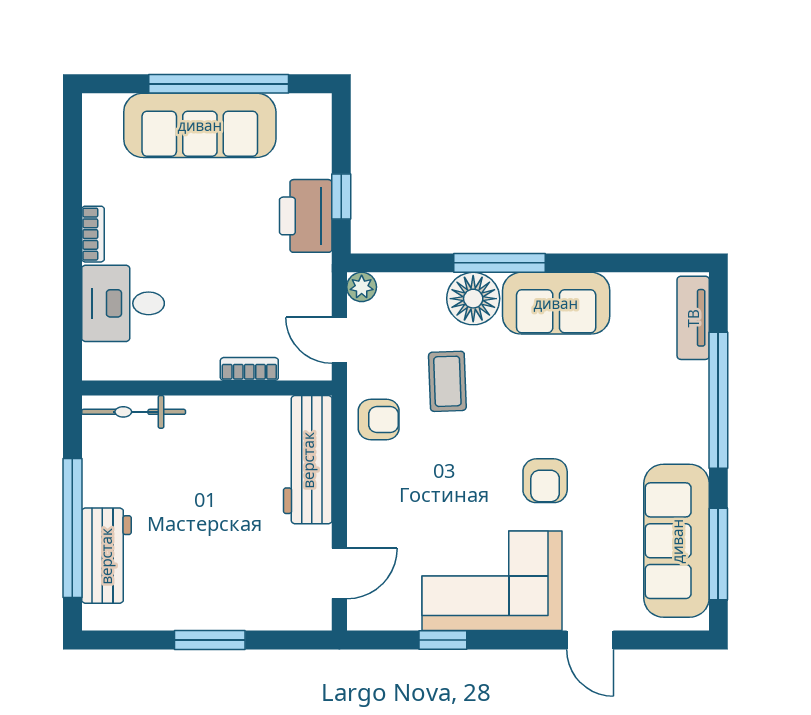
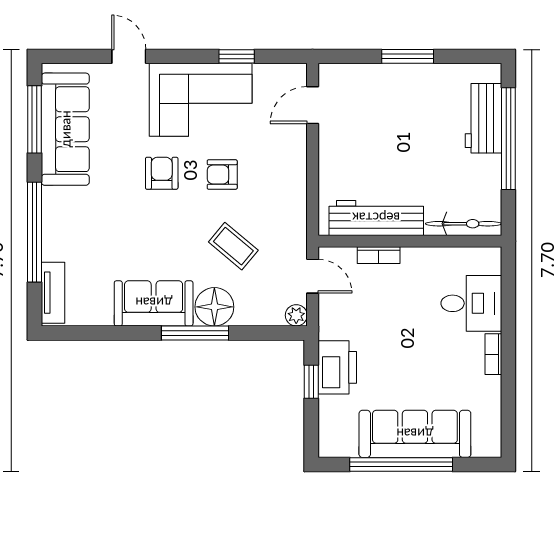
coffee table: (447, 381) -> (233, 246), turned -48
armchair: (379, 420) -> (222, 175), moved
workbench: (308, 460) -> (376, 218), moved, turned -90

